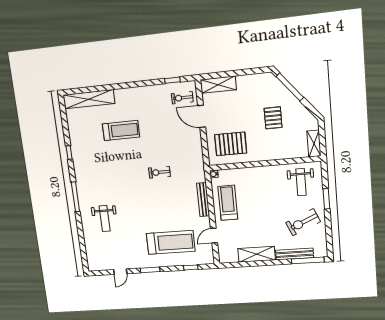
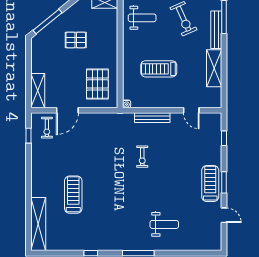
exercise bike: (160, 172) -> (142, 157), moved
treadmill: (228, 203) -> (159, 69), moved
treadmill: (171, 242) -> (210, 184), moved, width x0.73, depth x0.73

